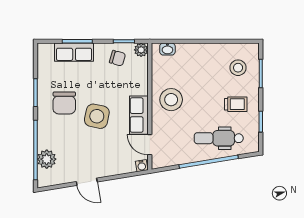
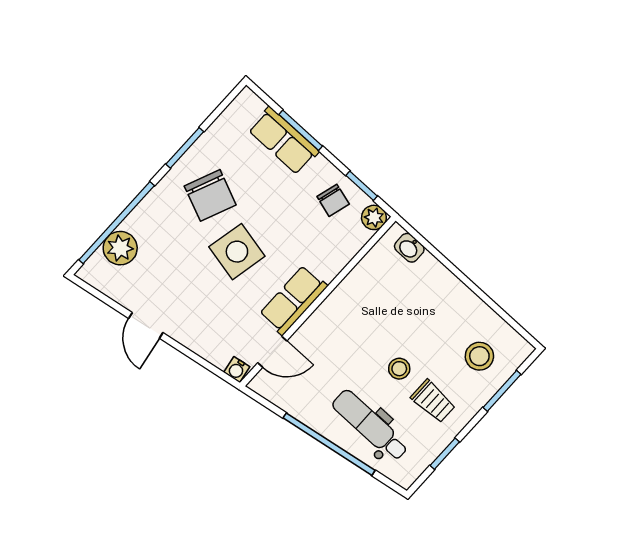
stool: (171, 100) -> (399, 369), moved, width x0.53, depth x0.53
chair: (64, 103) -> (210, 195), turned -67
door: (150, 145) -> (272, 352), swing flipped

